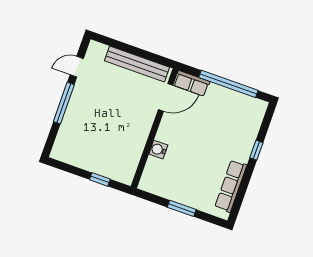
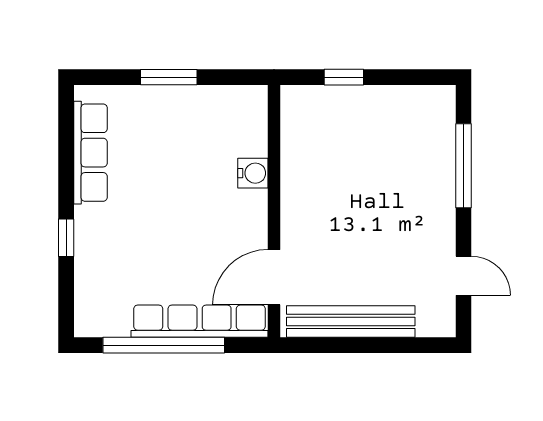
door: (77, 67) -> (464, 276), hinge flipped
row of seats: (192, 83) -> (200, 321), width x2.02
window: (64, 103) -> (464, 166), moved

